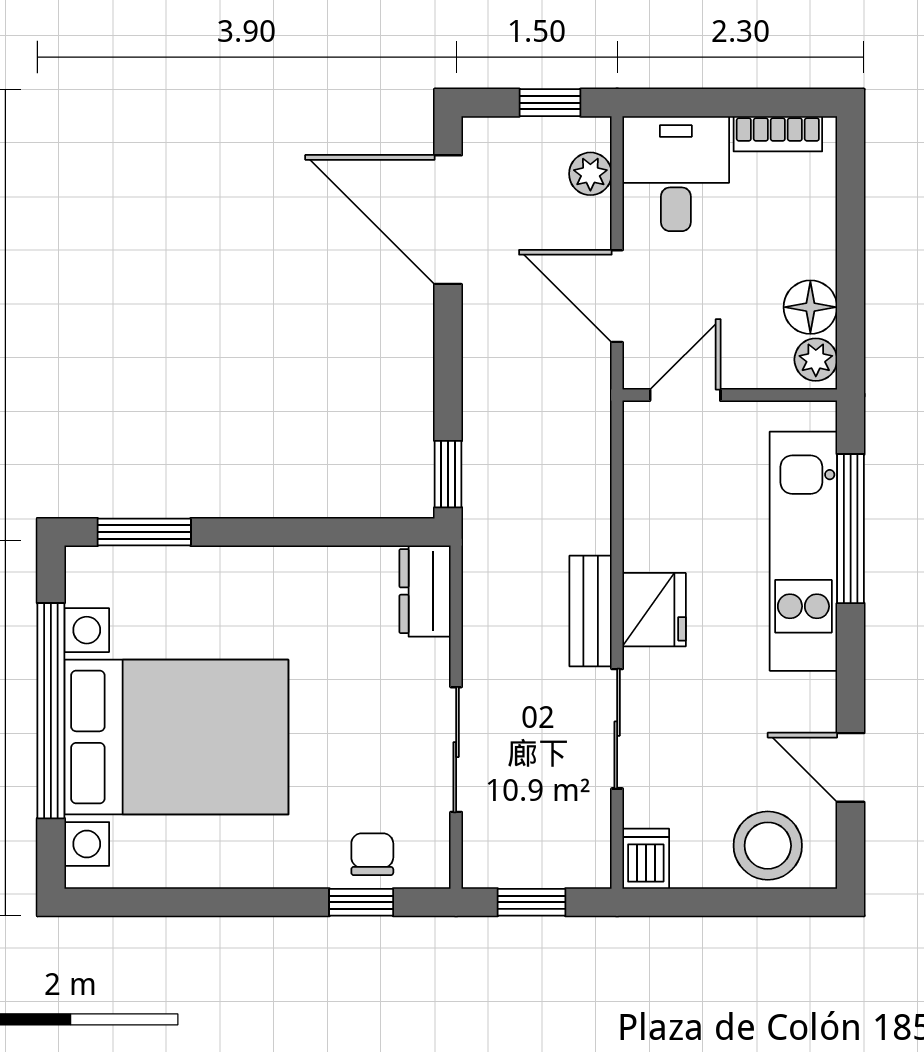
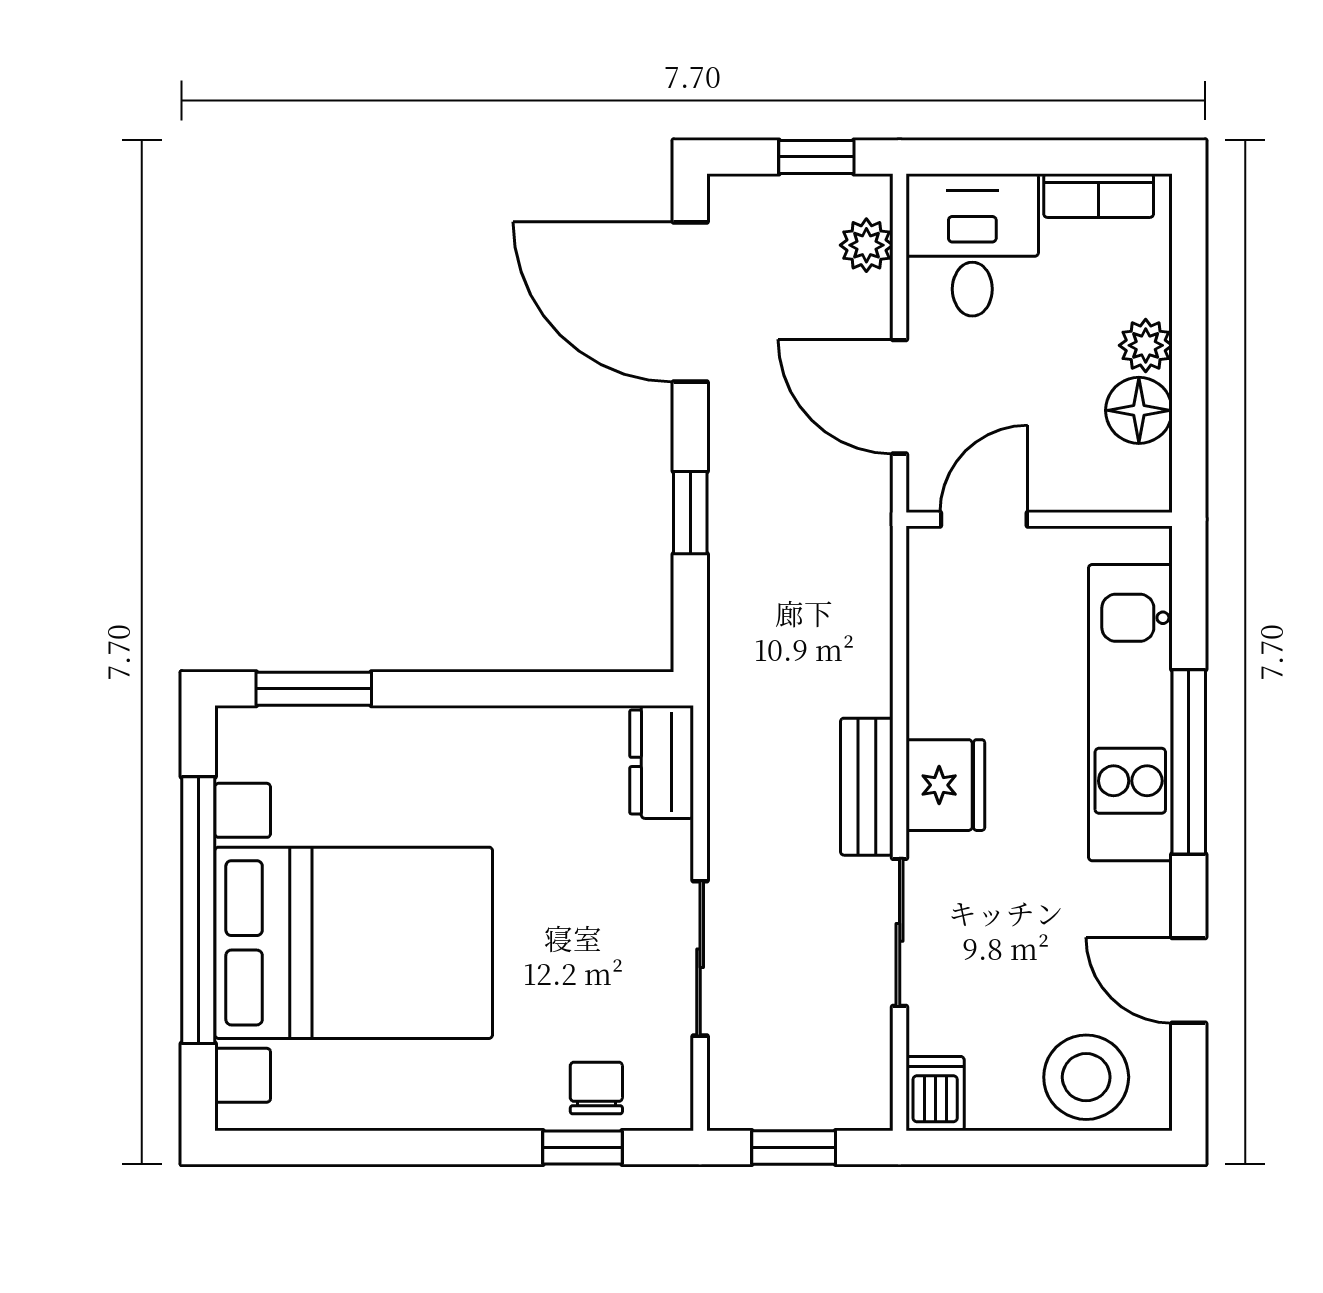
plant: (816, 360) -> (1146, 345), moved
window: (448, 474) -> (690, 513), moved
window: (851, 529) -> (1189, 762), moved

